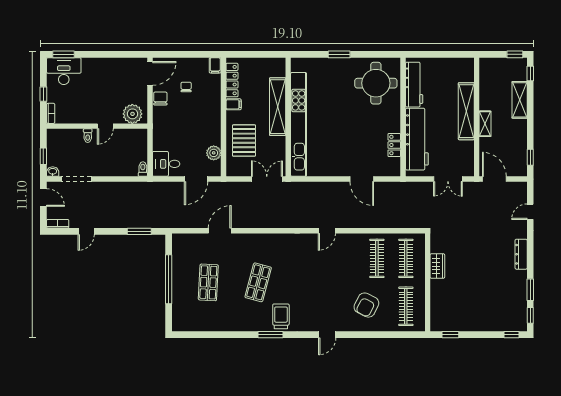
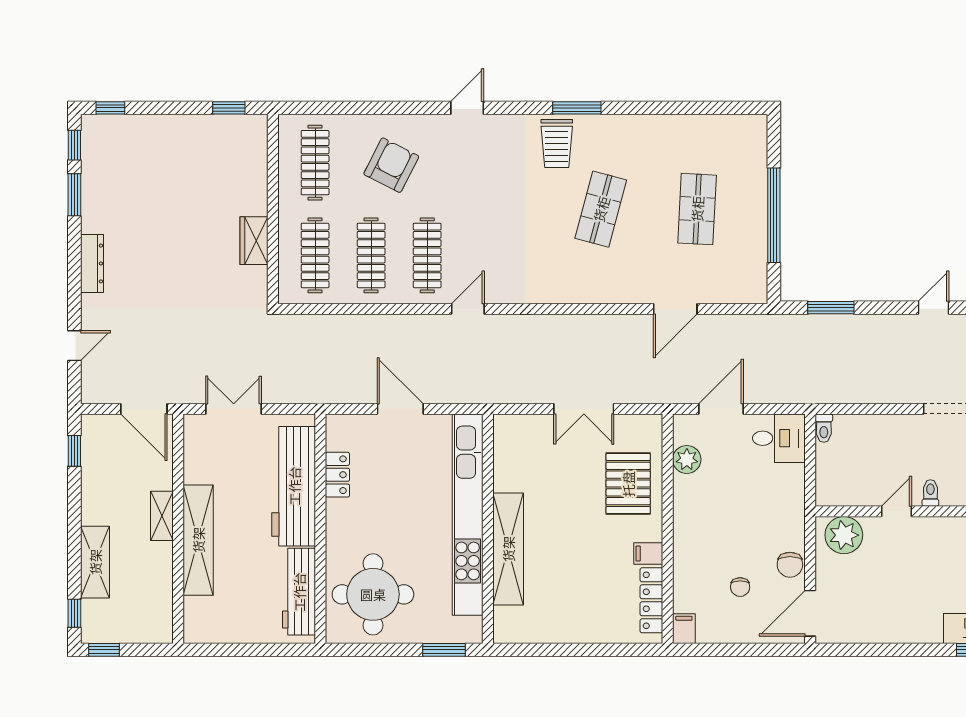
shelving: (278, 107) -> (508, 549), moved
wall: (288, 117) -> (488, 529), moved
kitchen unit: (299, 124) -> (468, 515), moved
clothes rail: (348, 258) -> (427, 255), added

